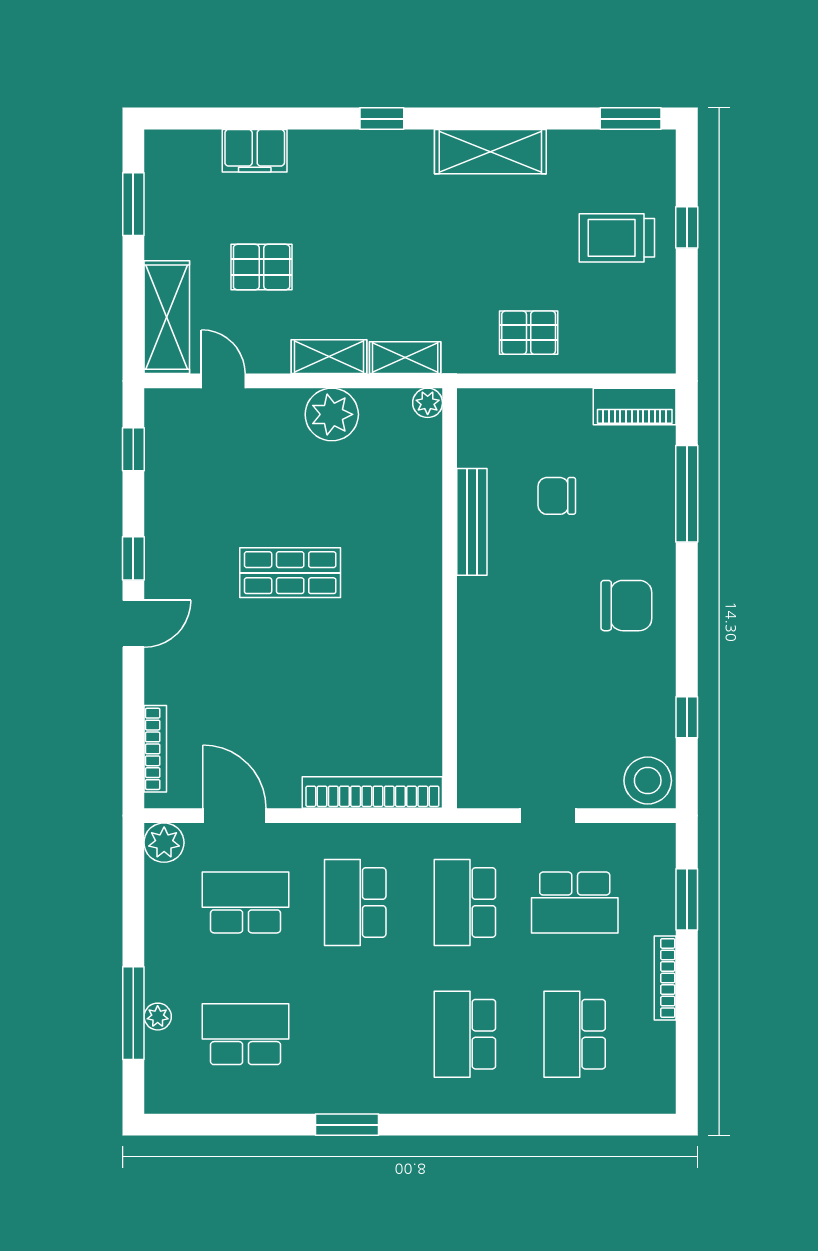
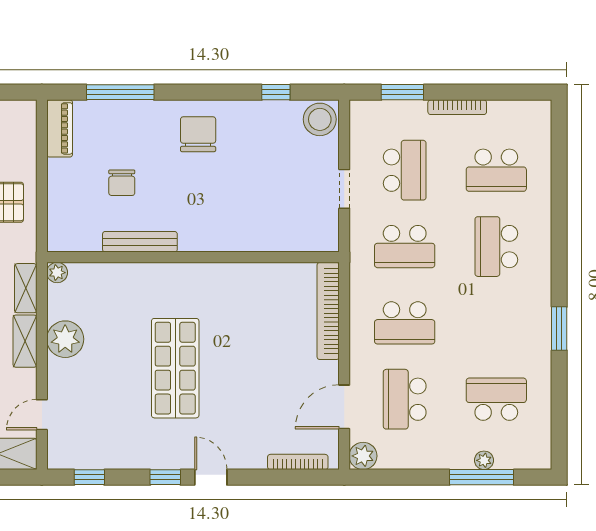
shop shelf: (290, 573) -> (175, 368), width x1.43, depth x1.36
school desk: (245, 1034) -> (496, 399), turned 90
school desk: (465, 1034) -> (496, 247), turned 90

